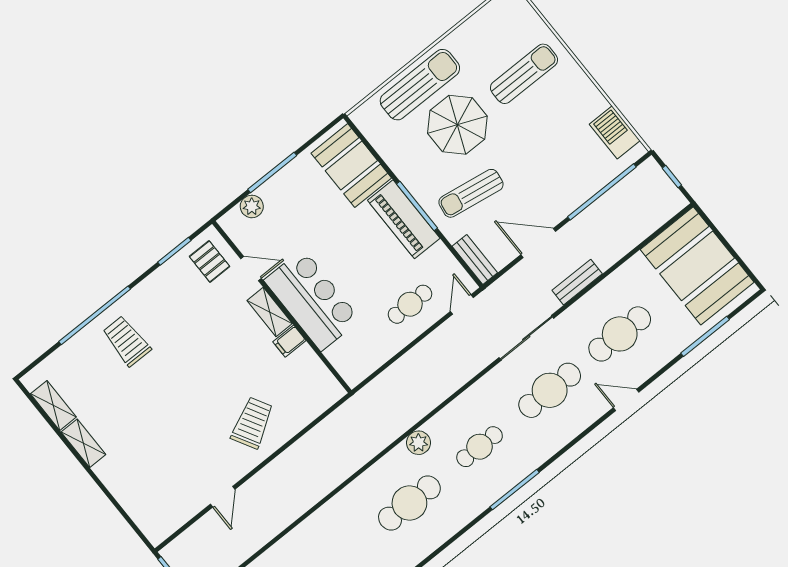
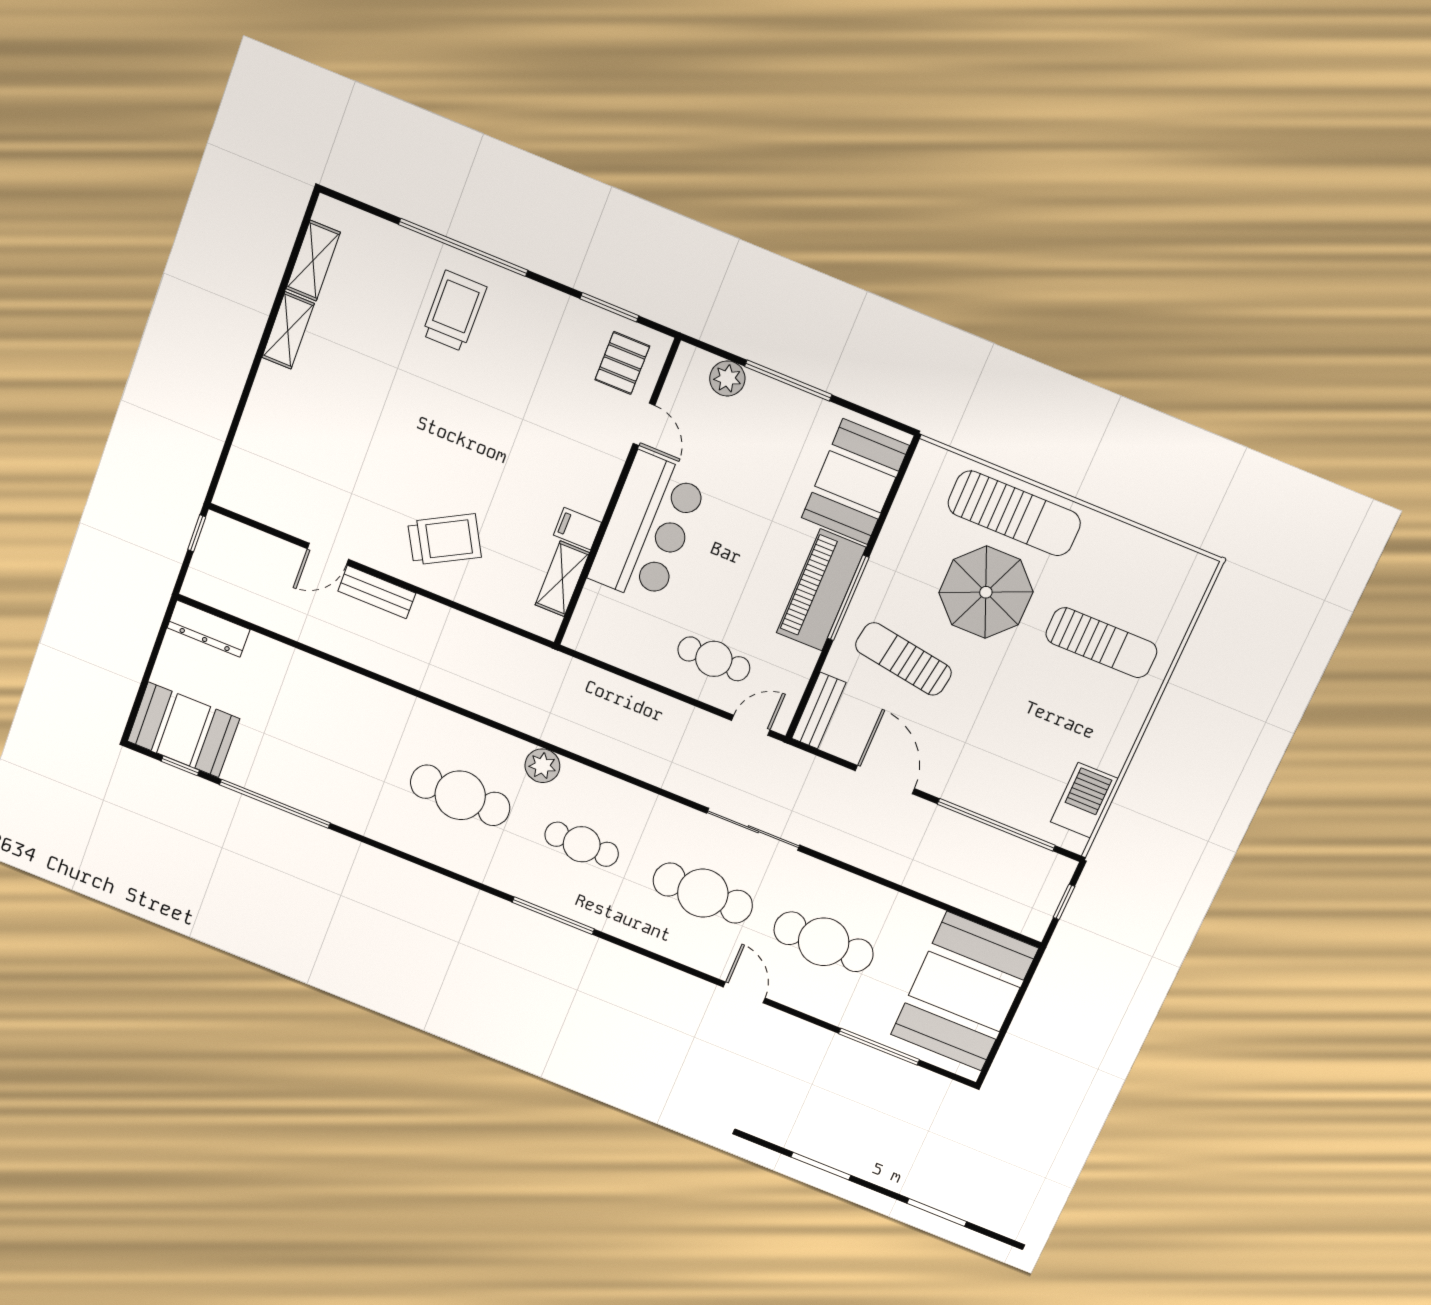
bench: (577, 282) -> (377, 592), moved
shelving: (270, 312) -> (562, 579), moved

